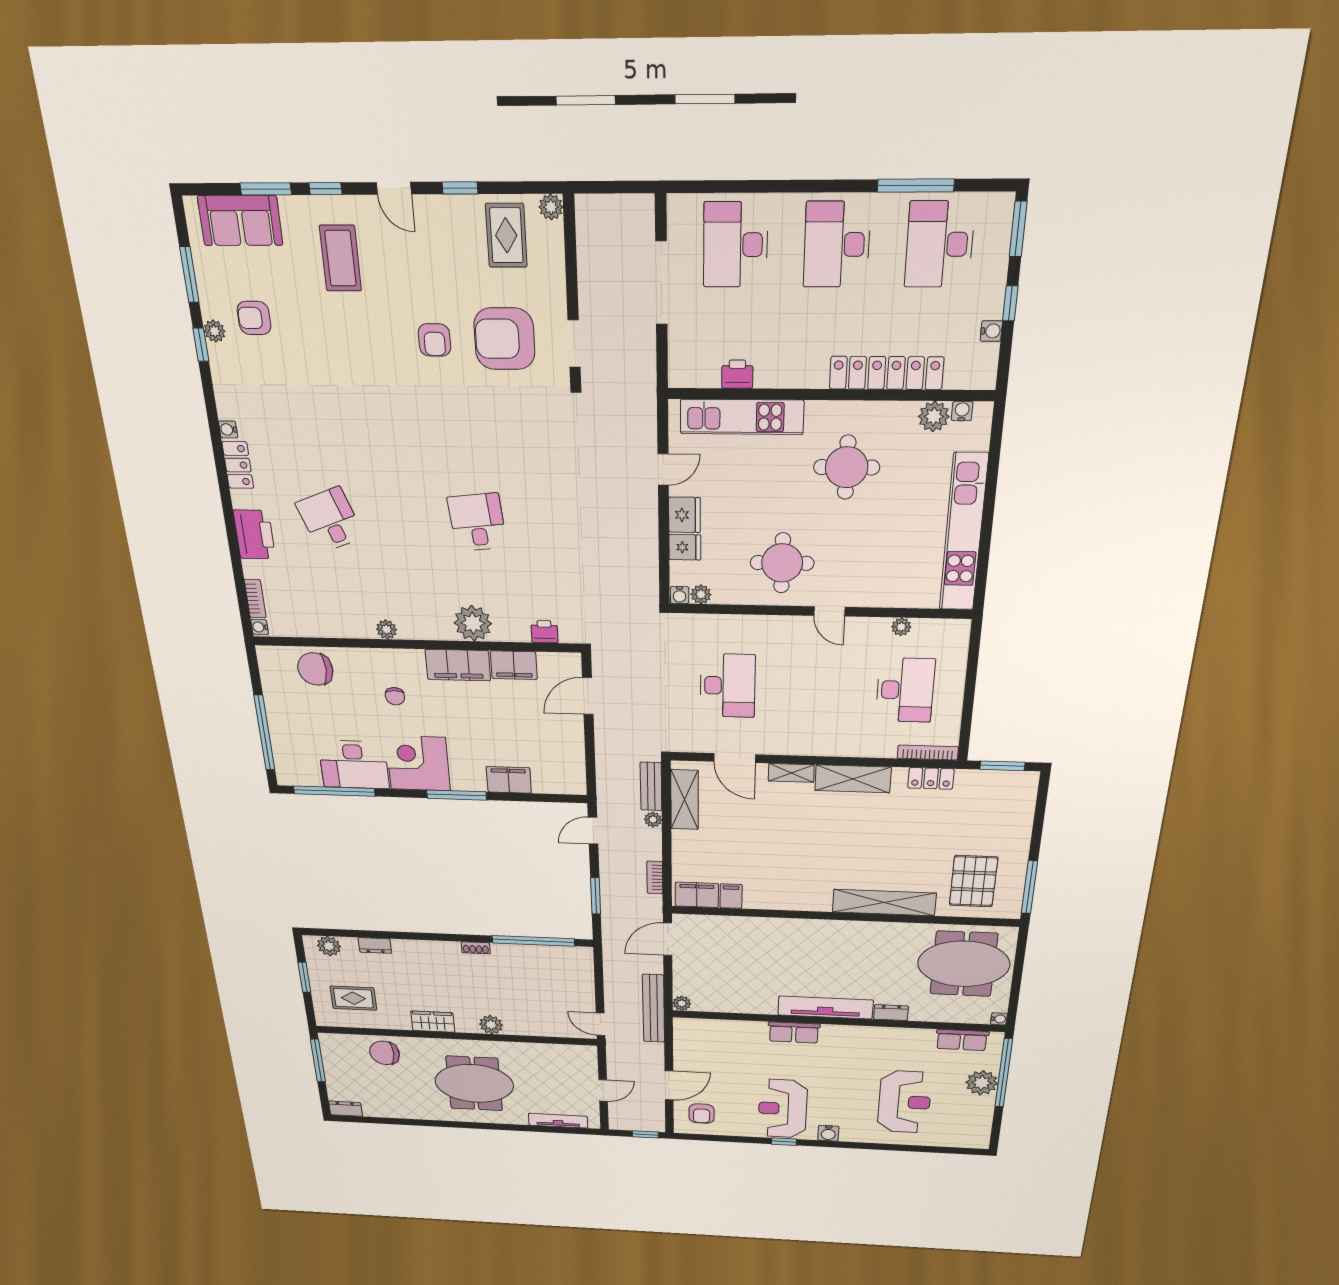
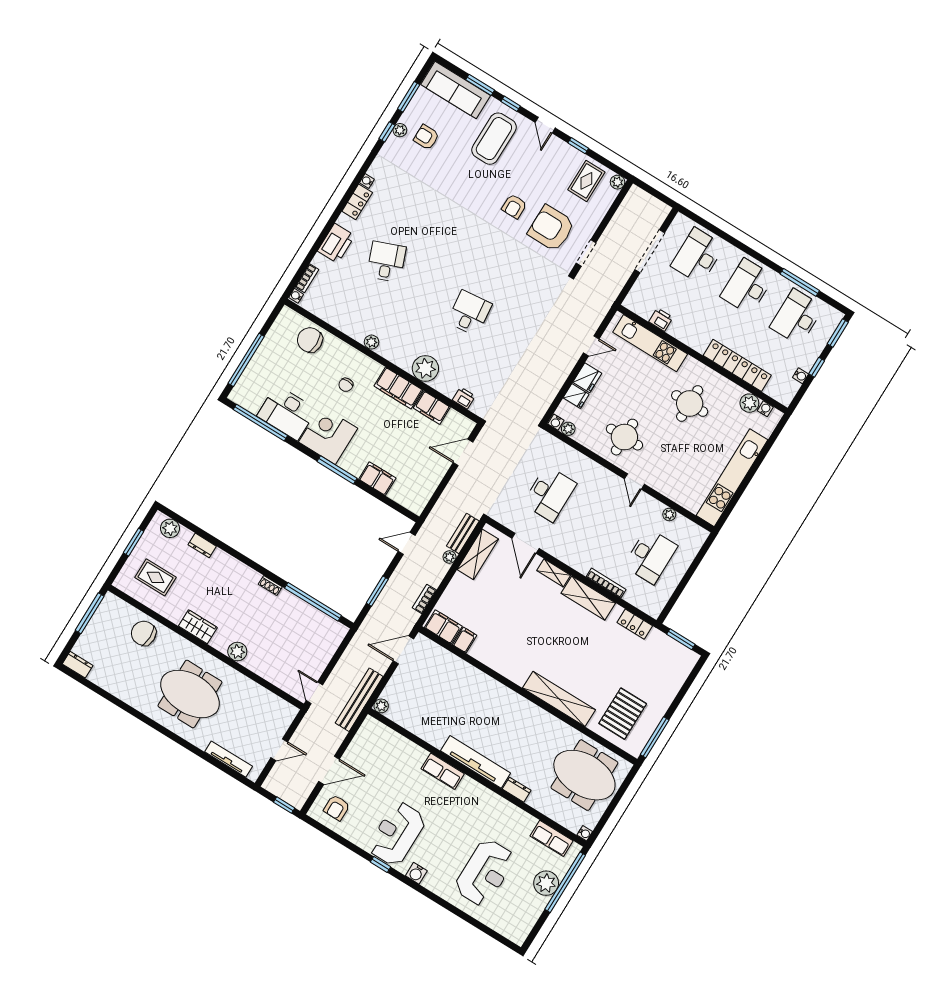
sofa: (240, 221) -> (456, 90), width x1.36
coffee table: (340, 258) -> (494, 139), width x1.36, depth x1.32
bookcase: (928, 753) -> (606, 583), moved

